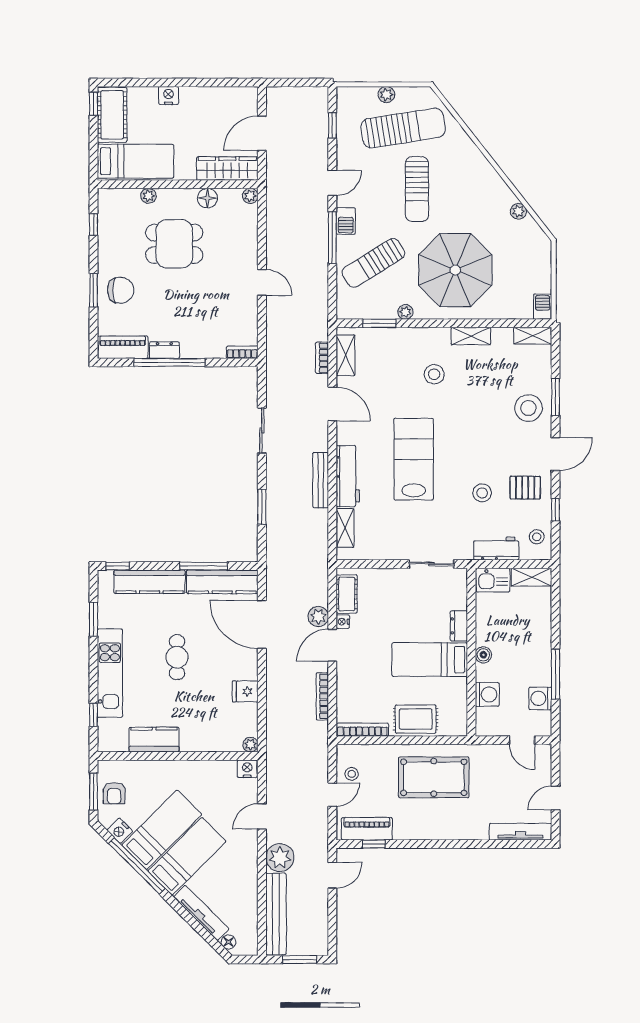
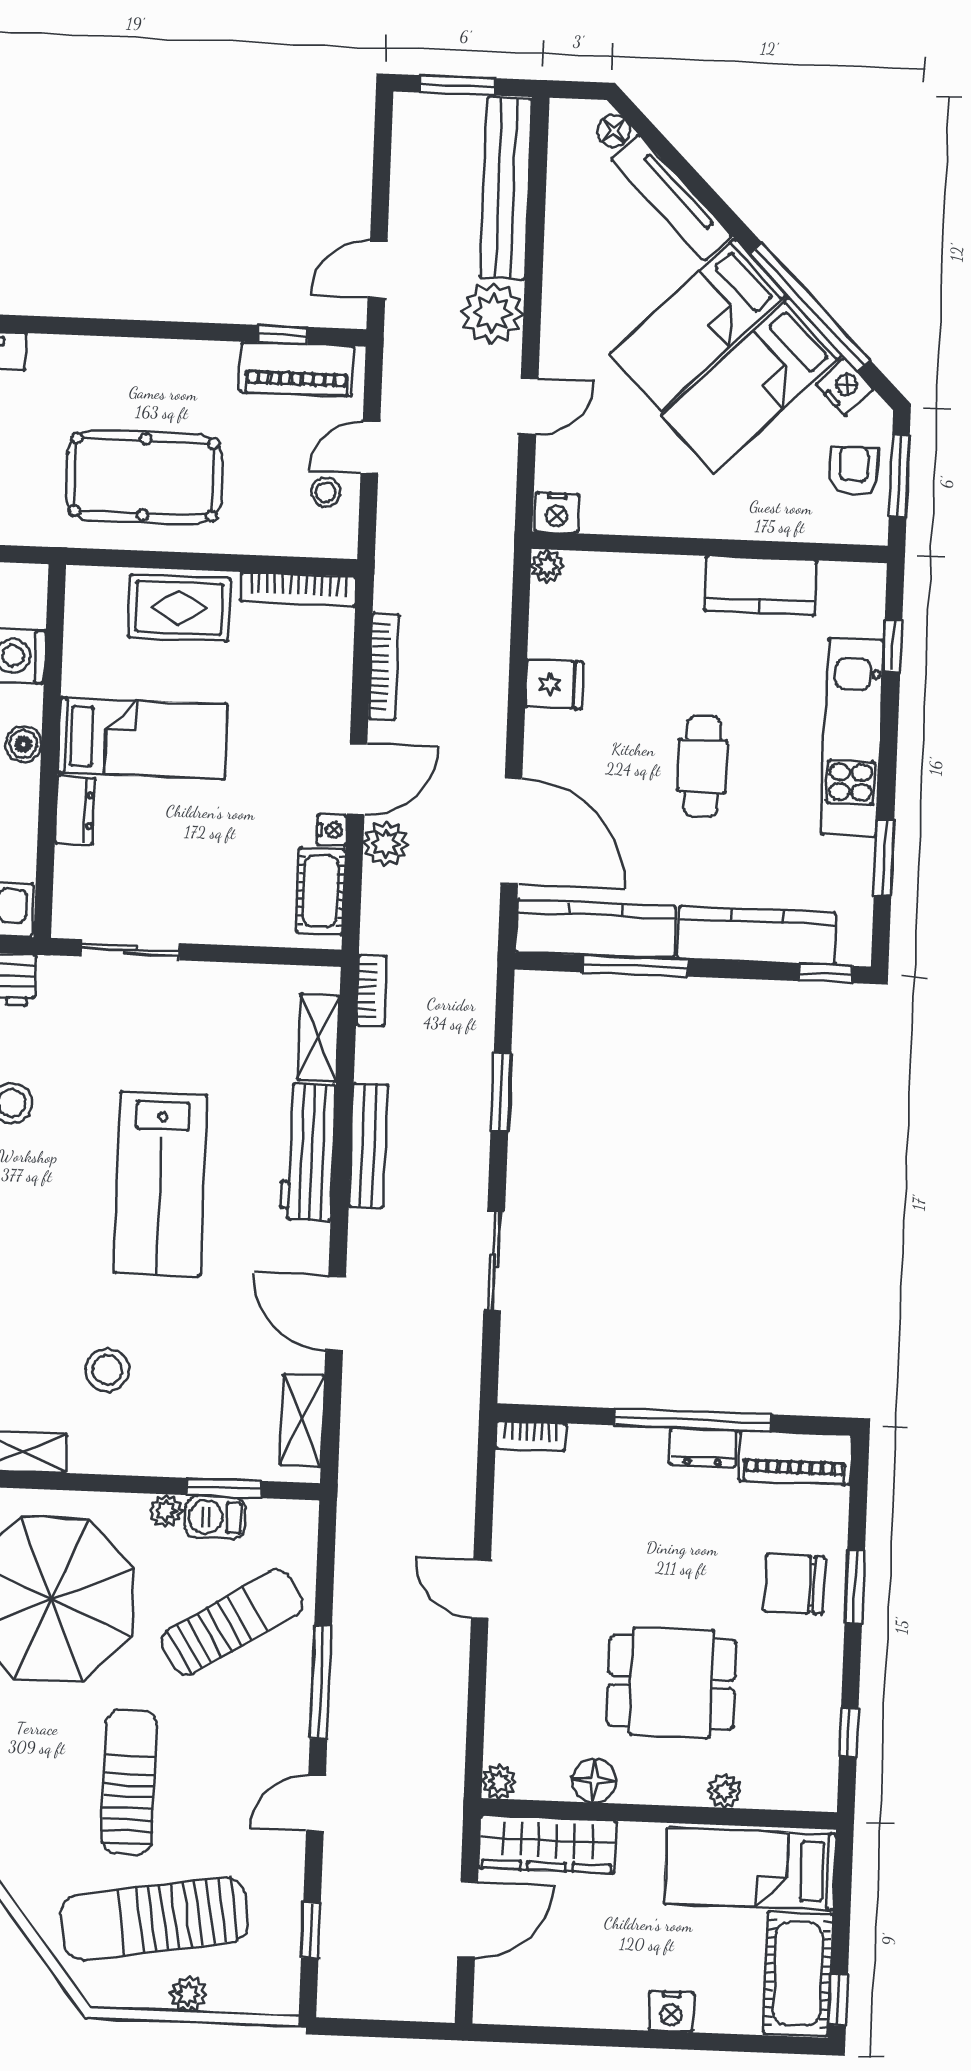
barbecue: (346, 221) -> (215, 1517), moved, turned -90
bookcase: (322, 358) -> (371, 991), moved

